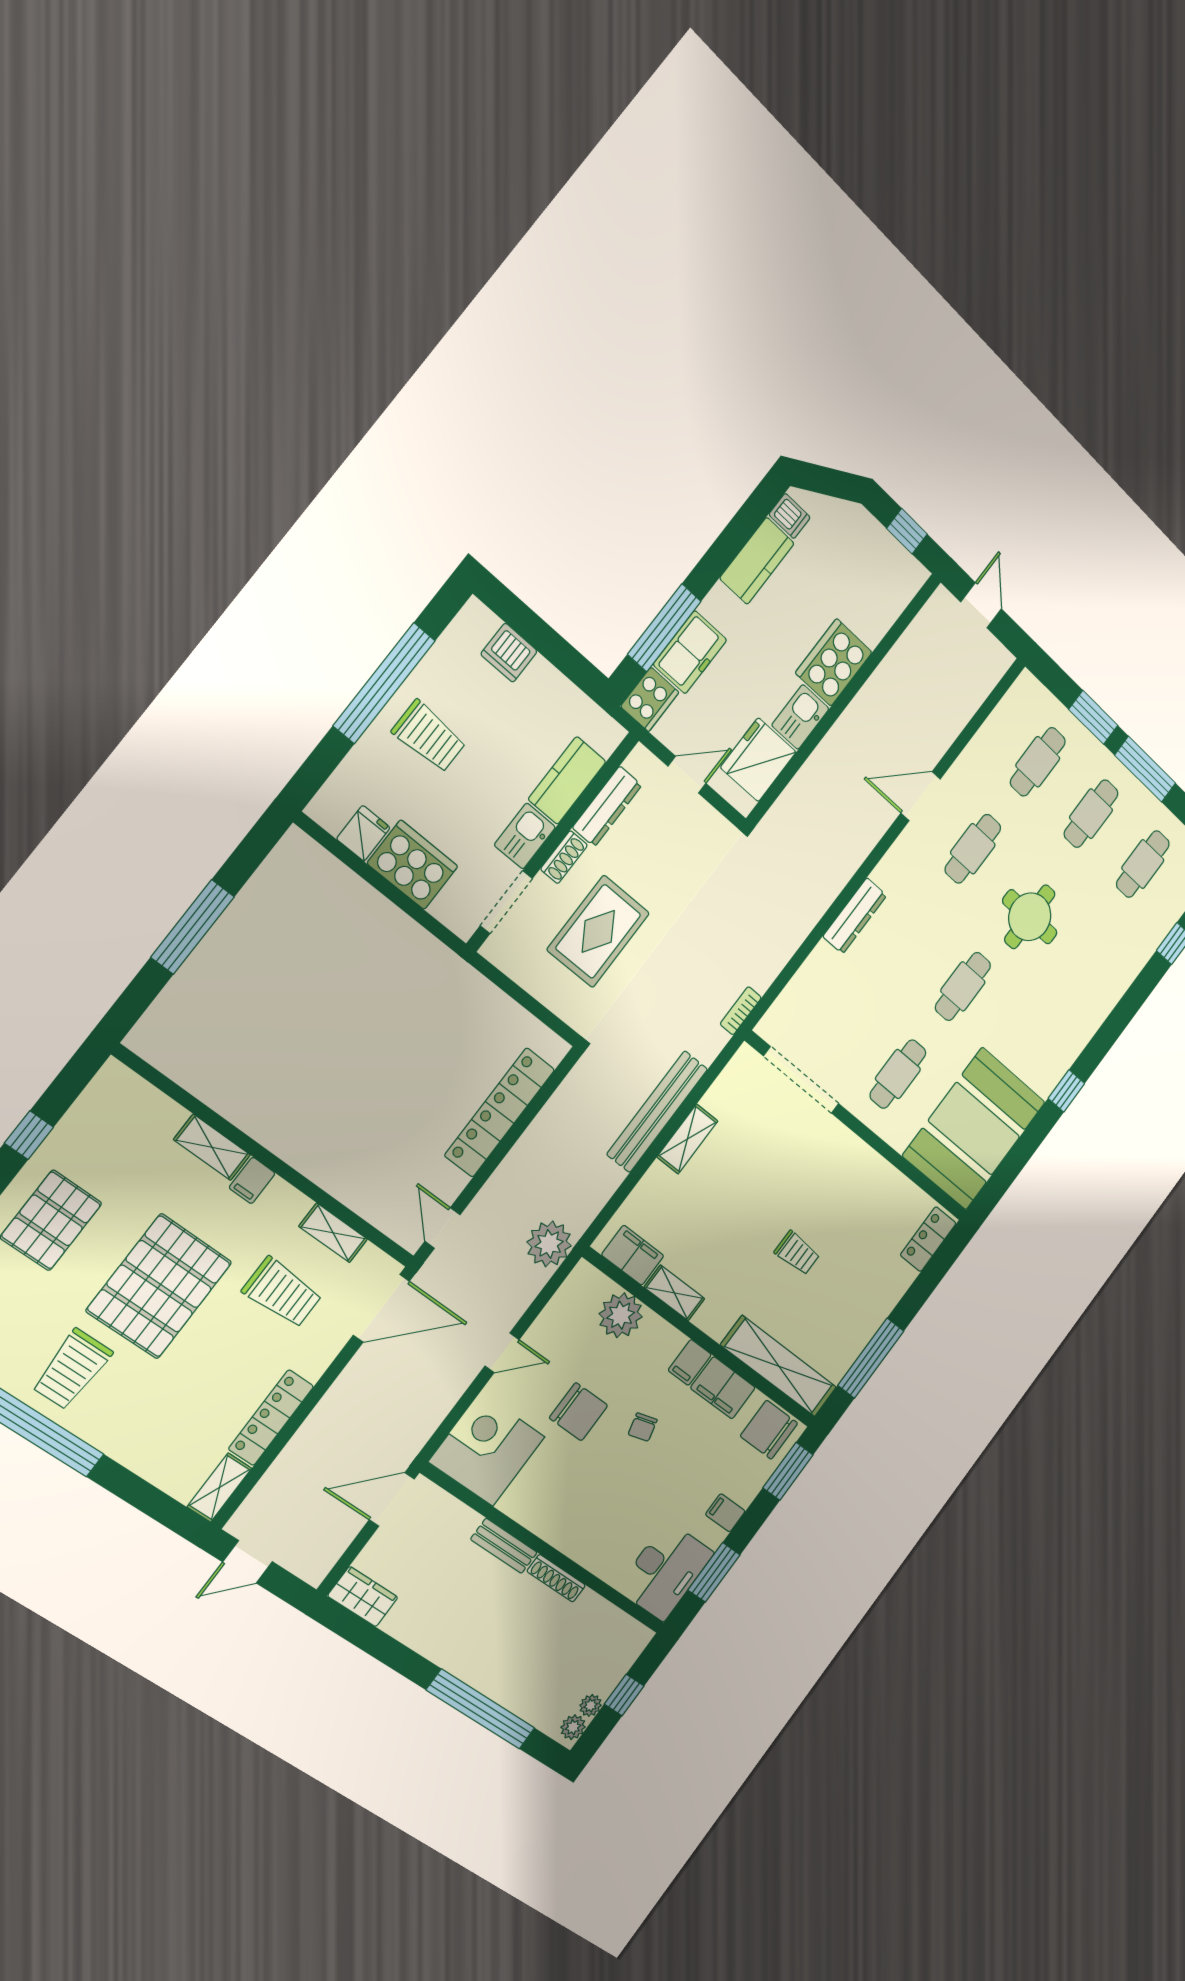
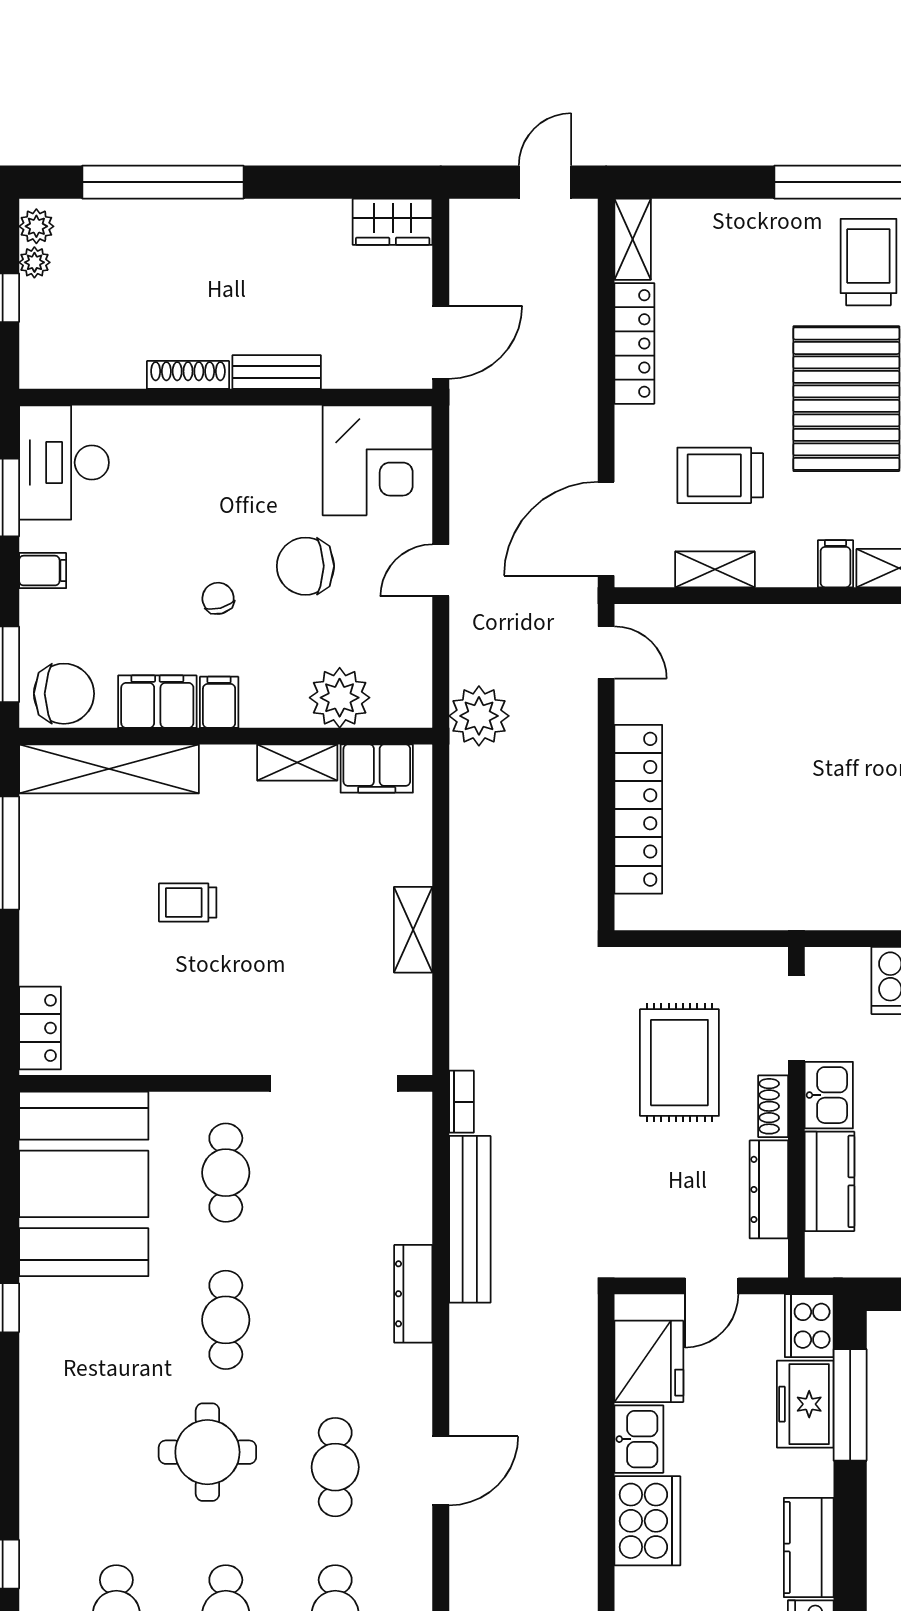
bench: (657, 1112) -> (470, 1219), moved

